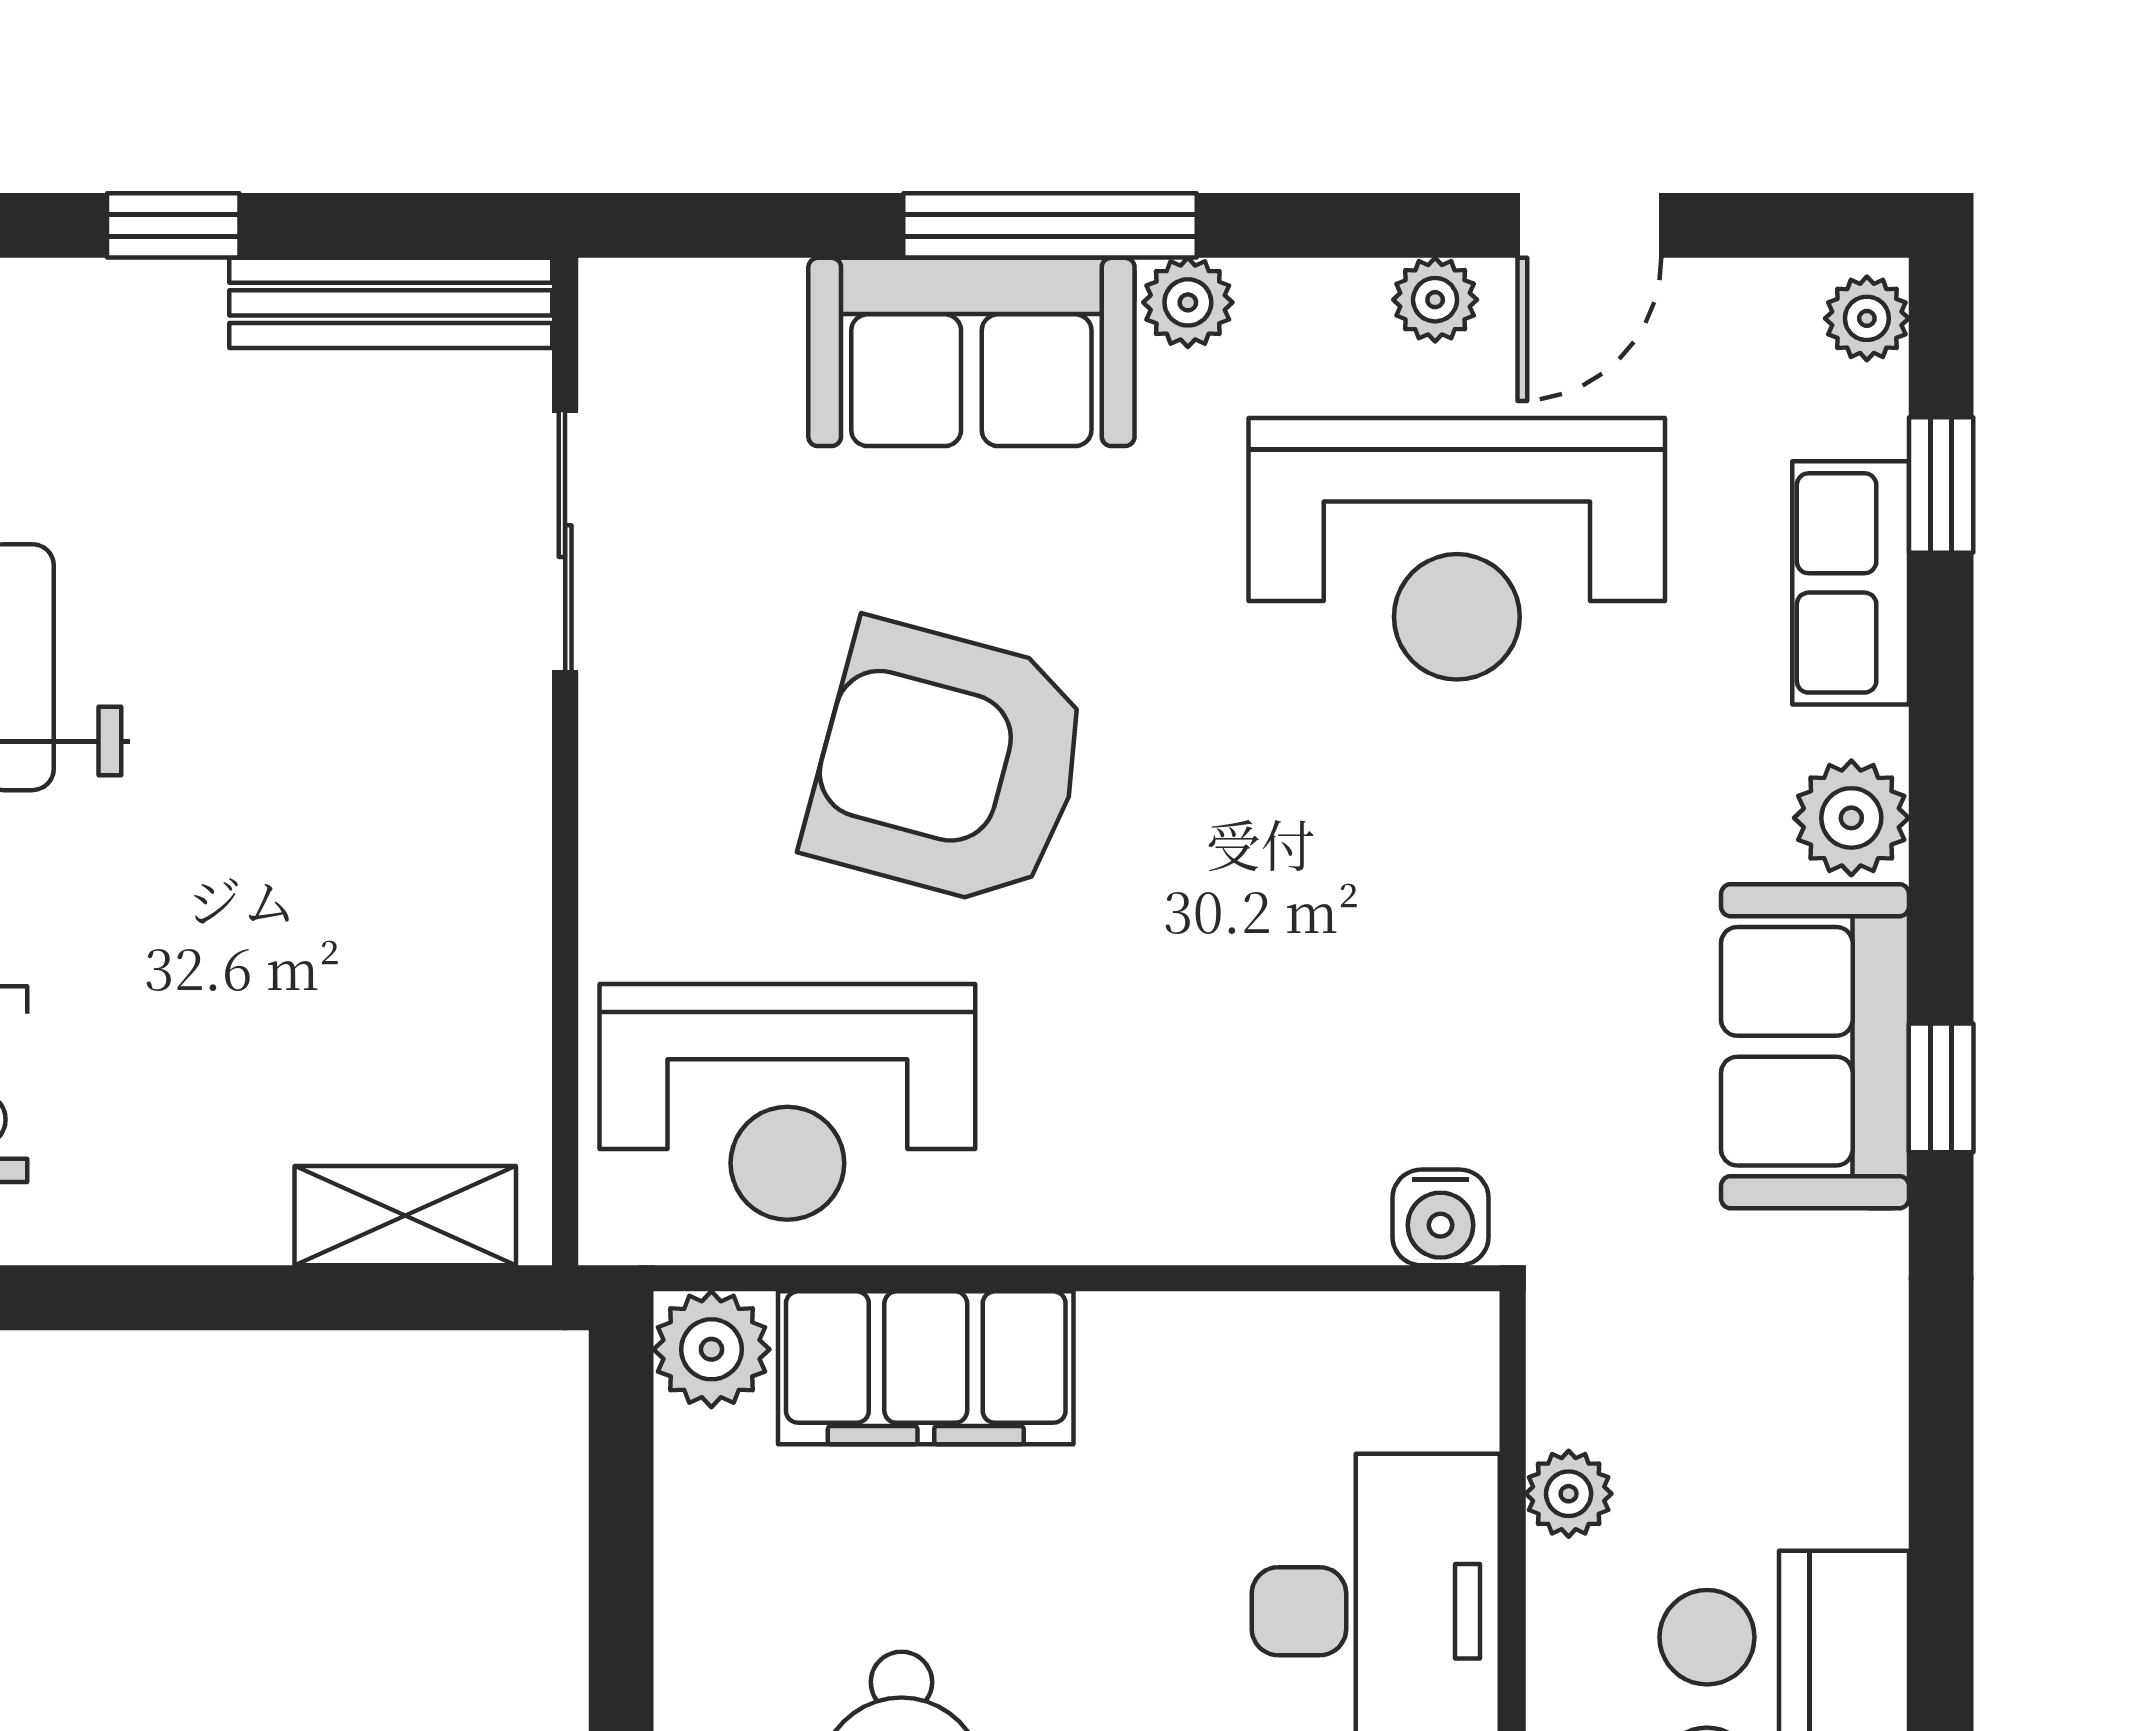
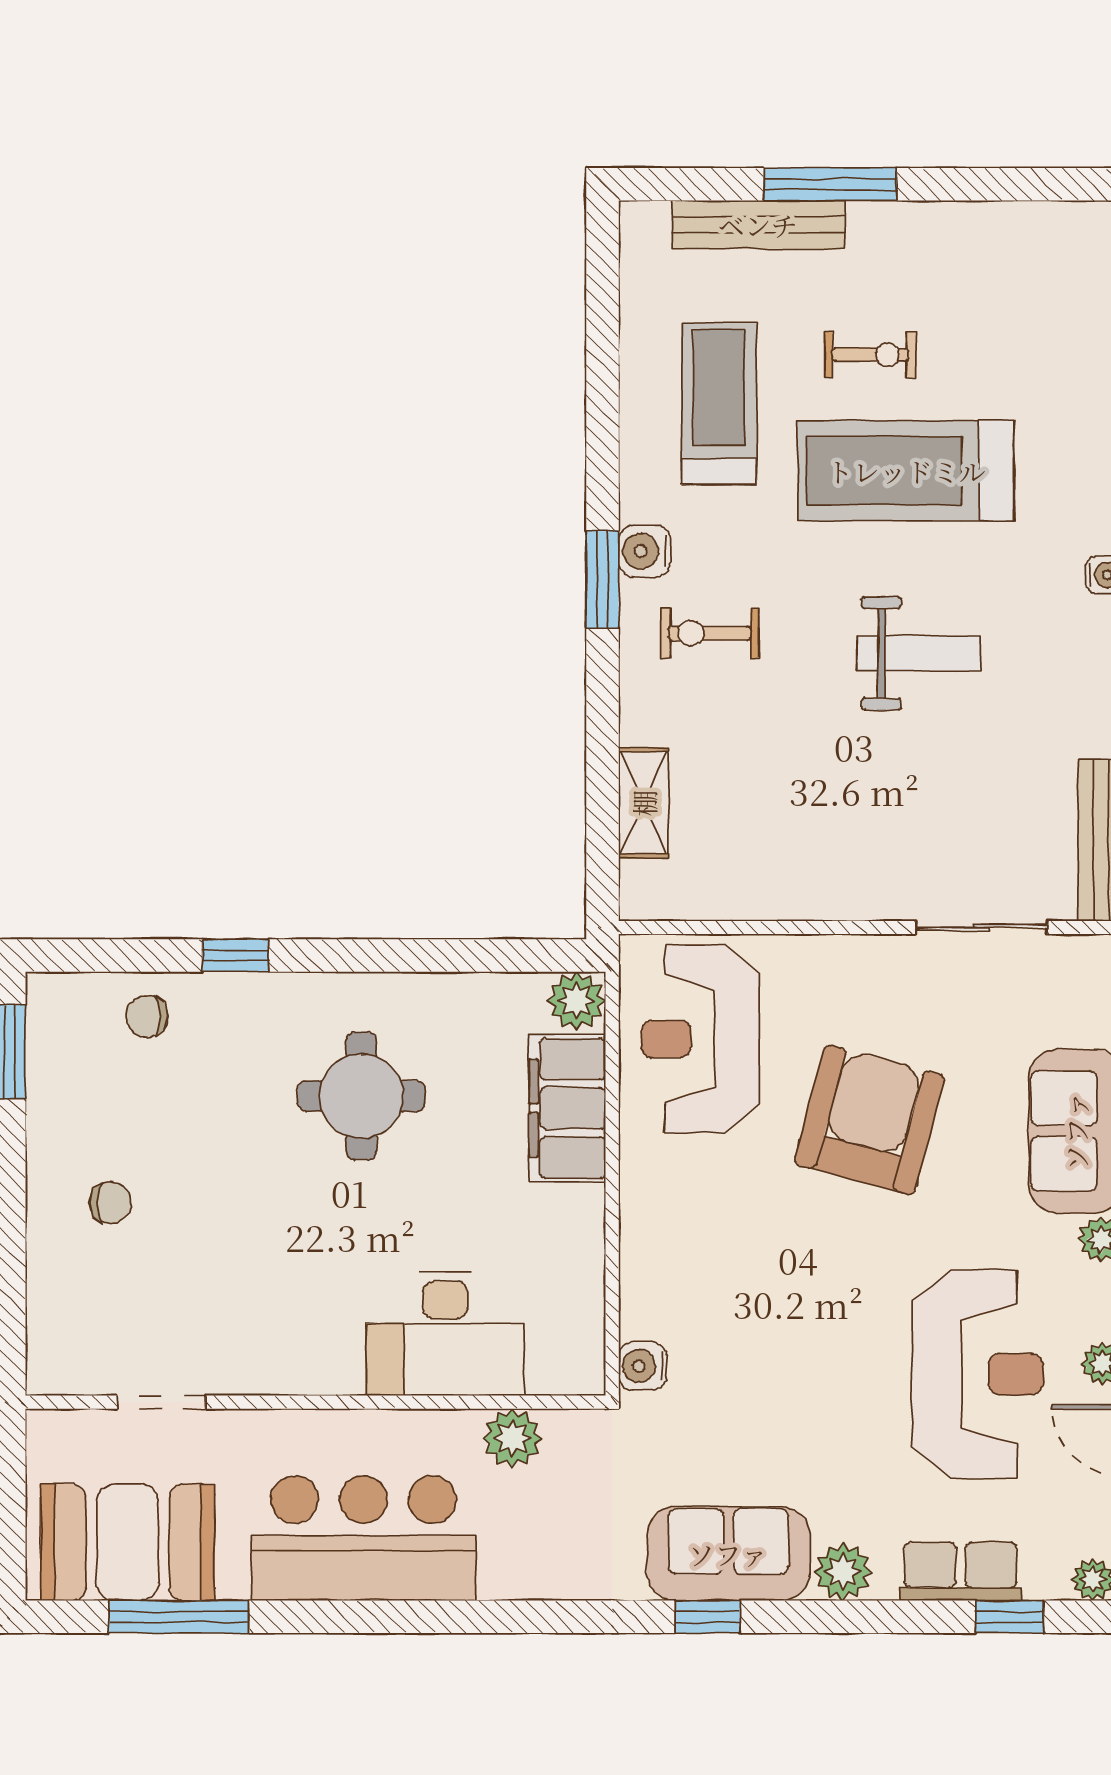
reception desk: (1457, 549) -> (978, 1374), turned 180
shelving: (405, 1216) -> (644, 803), moved
plant: (1569, 1494) -> (512, 1438), width x1.38, depth x1.38

